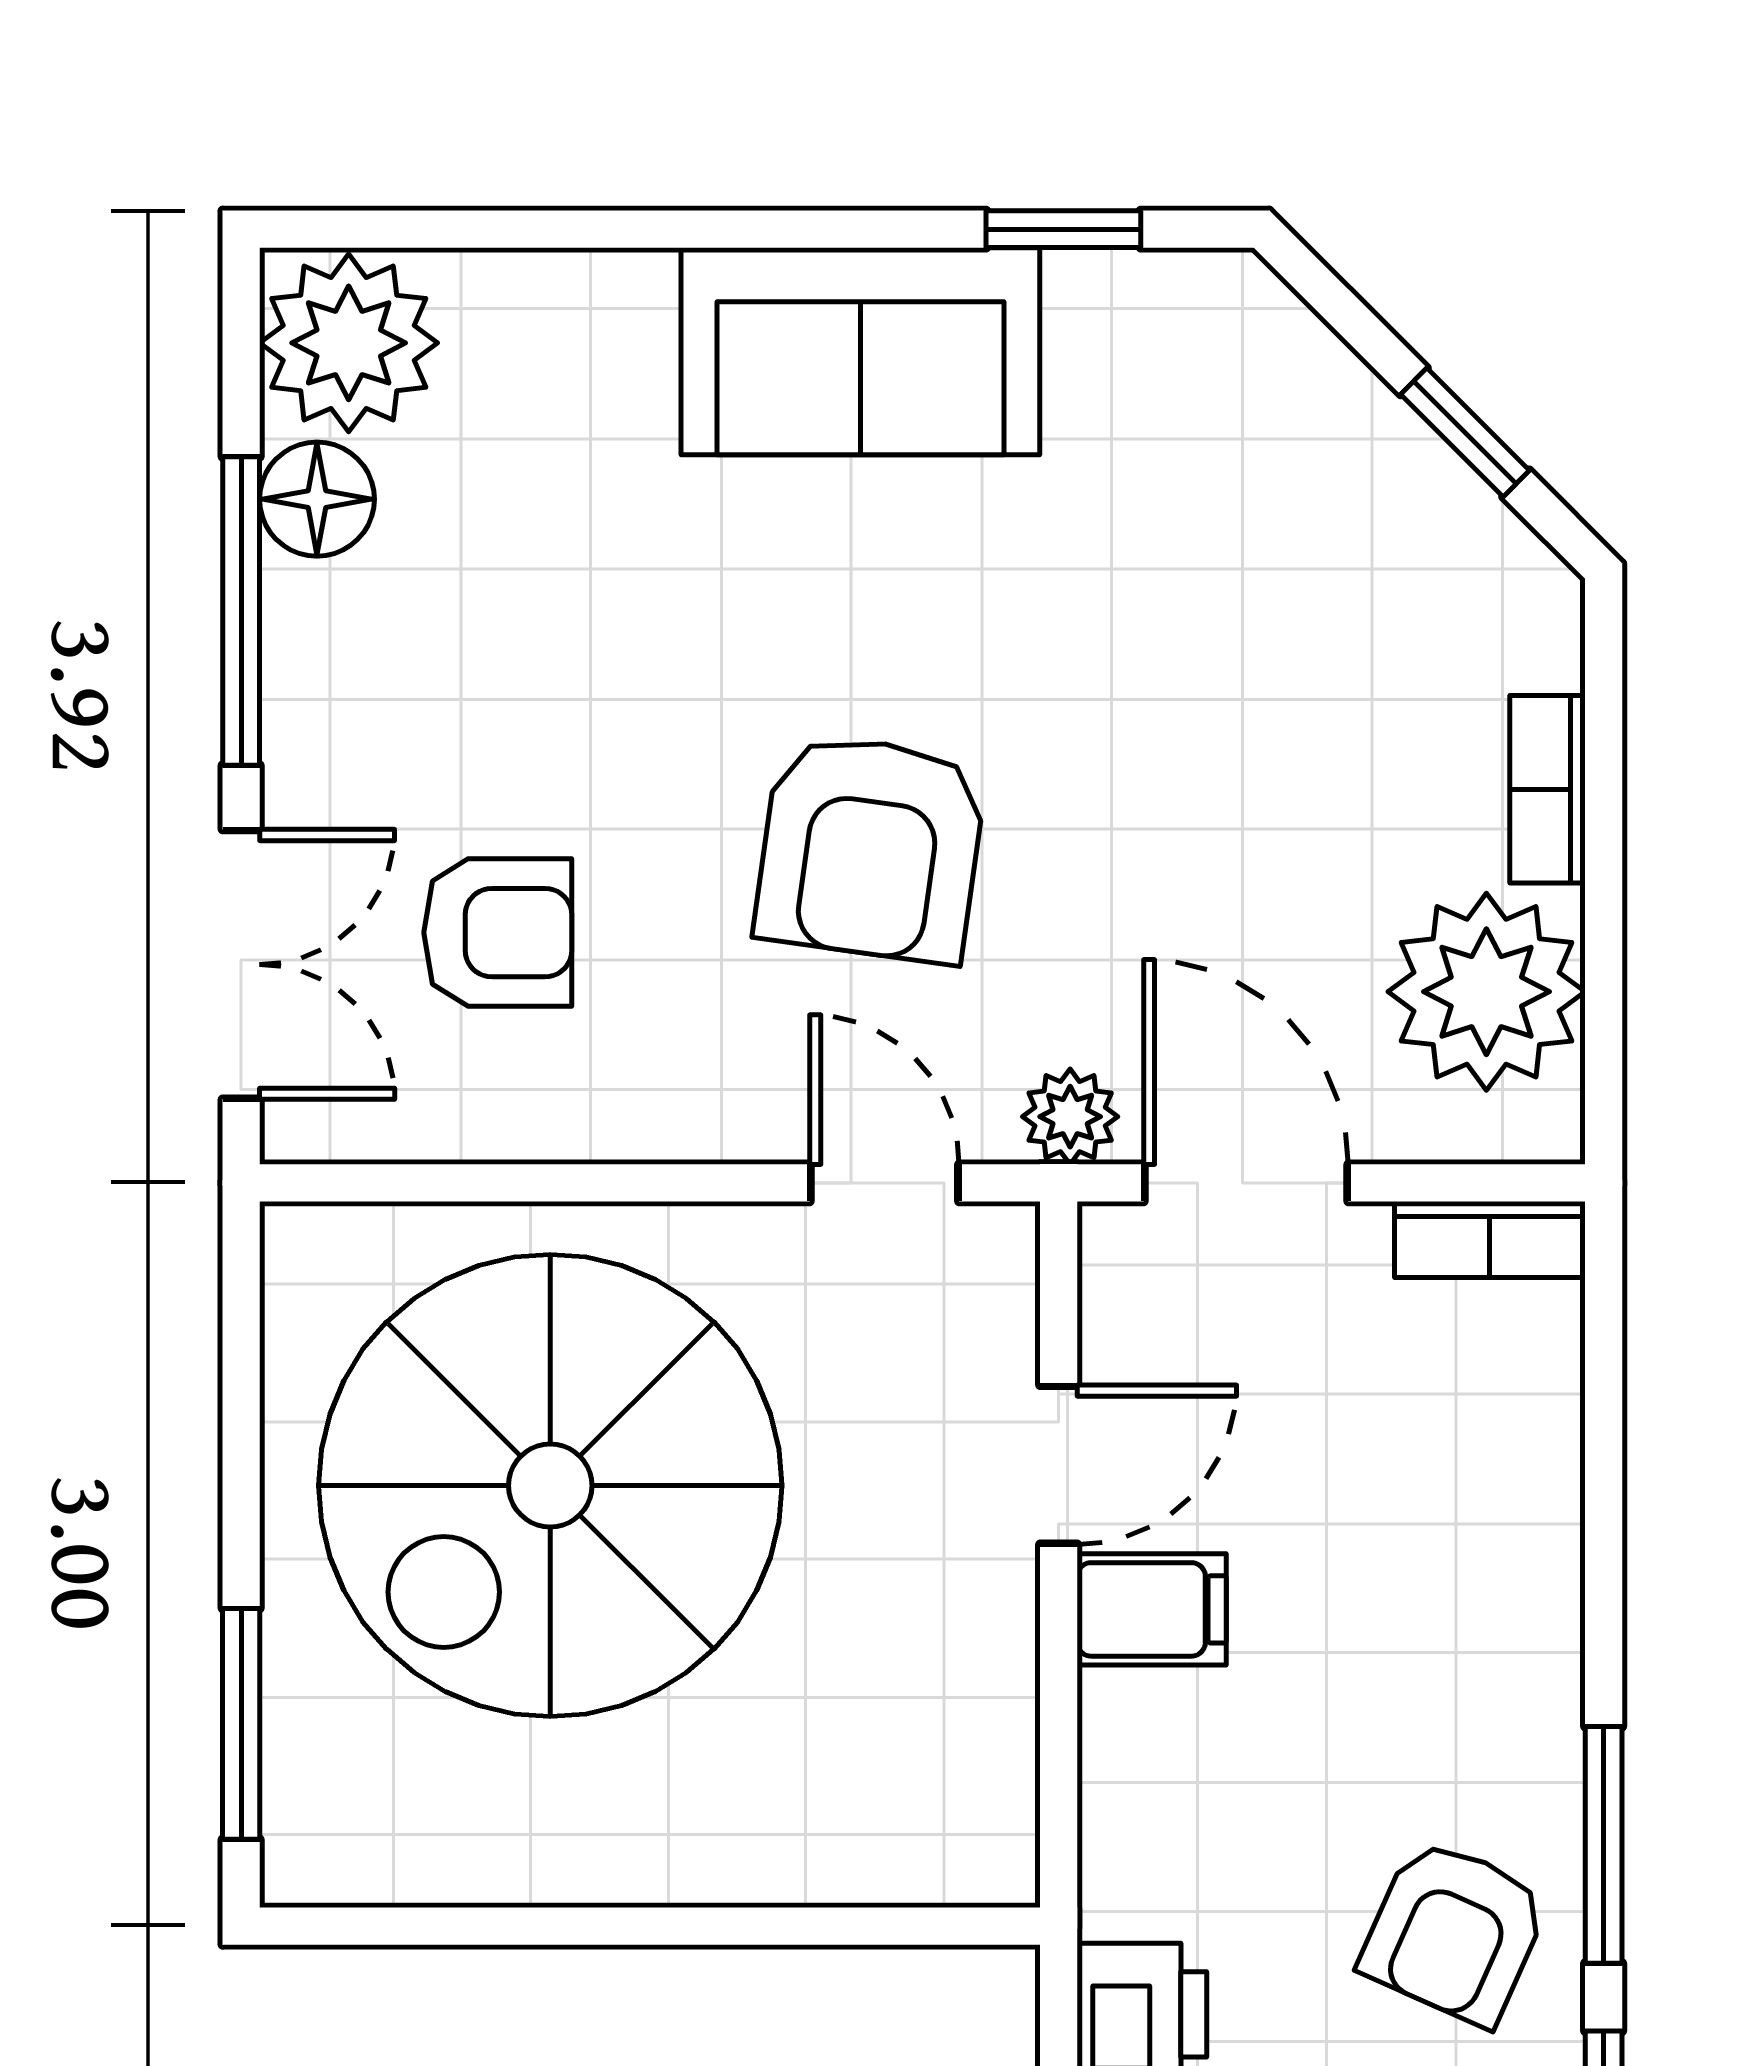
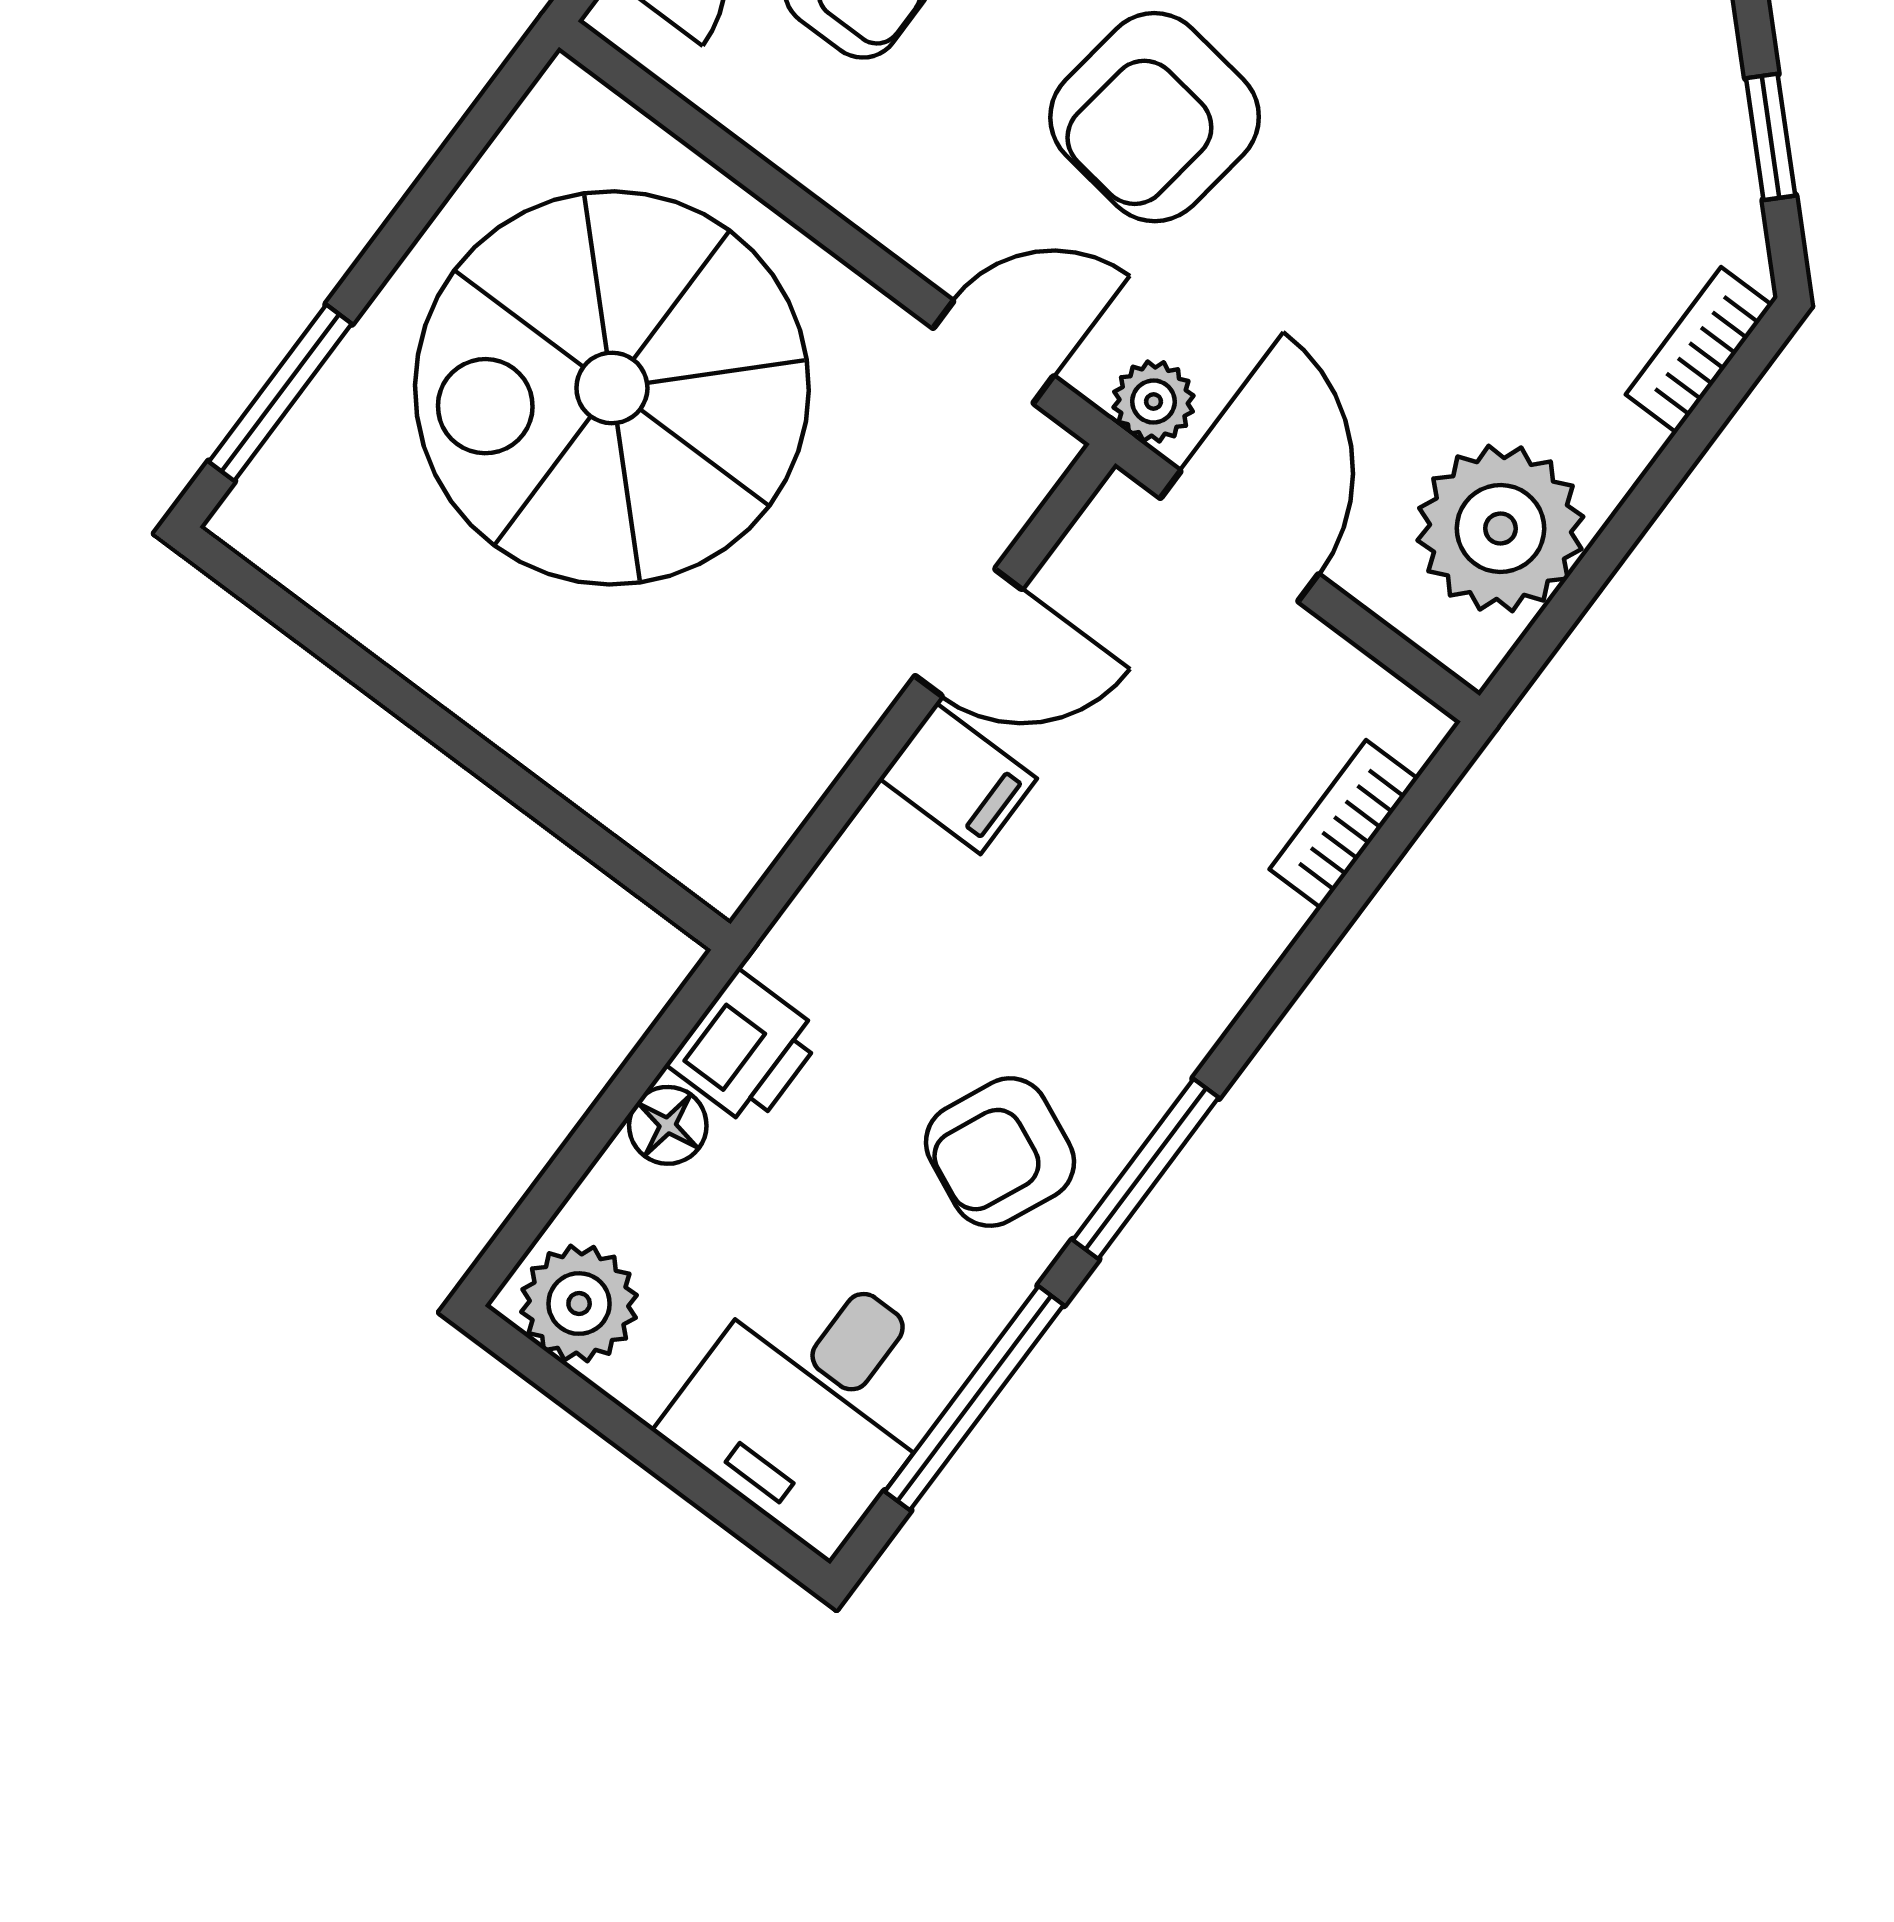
bookcase: (1548, 789) -> (1699, 350), moved
door: (884, 1183) -> (993, 352), hinge flipped
bookcase: (1490, 1240) -> (1344, 824), moved, turned 90

